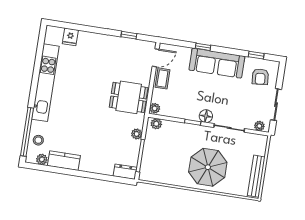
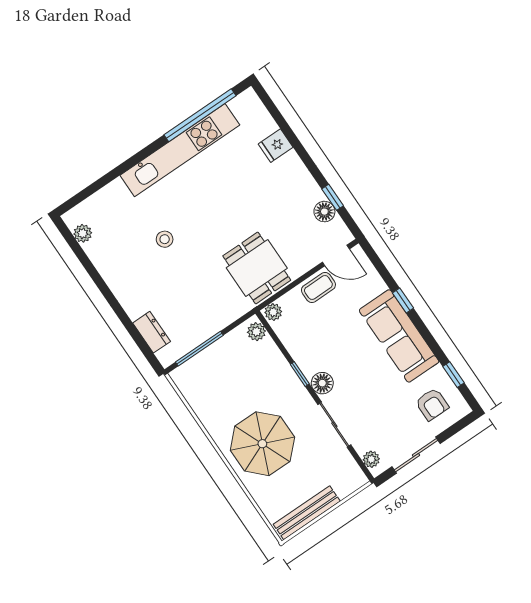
fridge: (70, 37) -> (276, 146), moved
floor lamp: (132, 45) -> (324, 212), added
armchair: (260, 77) -> (432, 404), turned -85
window: (27, 132) -> (200, 115), moved
plant: (137, 134) -> (222, 319), removed
stool: (38, 140) -> (165, 239), moved
kitchen counter: (64, 161) -> (106, 262), removed
dresser: (125, 172) -> (152, 332), moved

